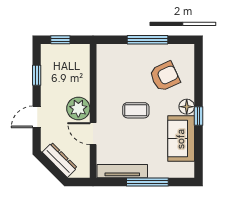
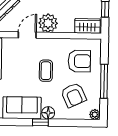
plant: (188, 50) -> (95, 115), added
wardrobe: (81, 61) -> (87, 26), added
armchair: (124, 70) -> (79, 61), added

